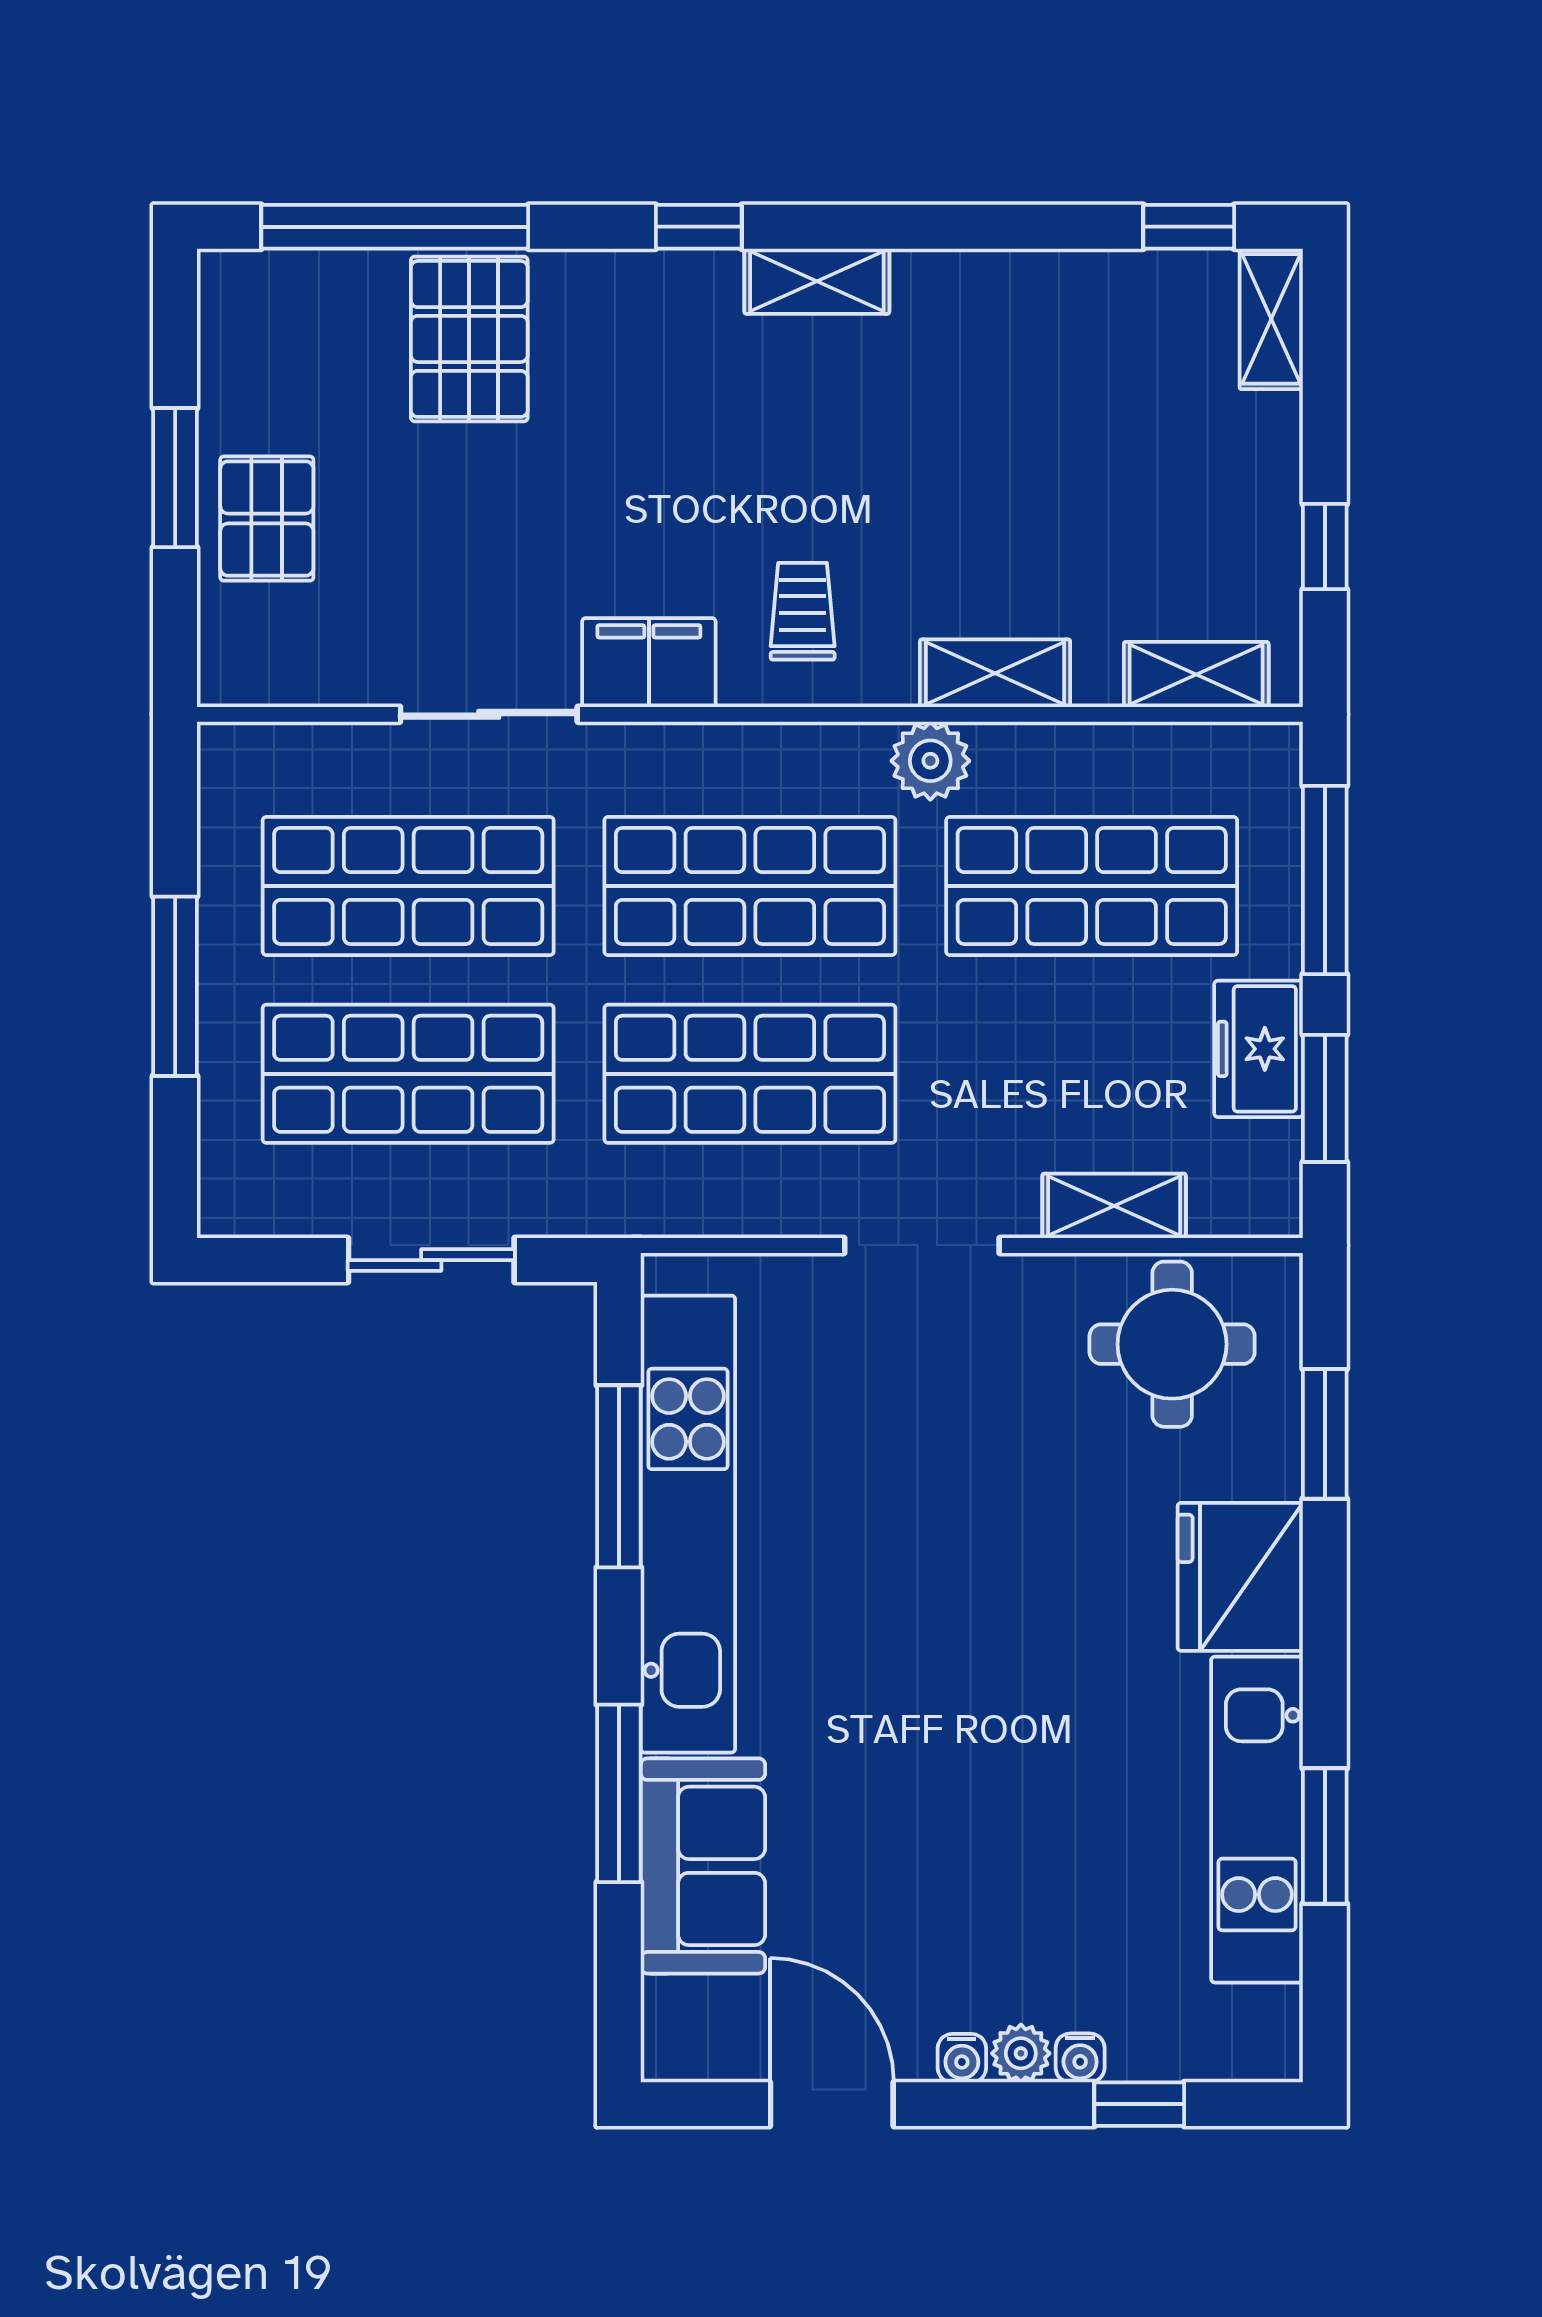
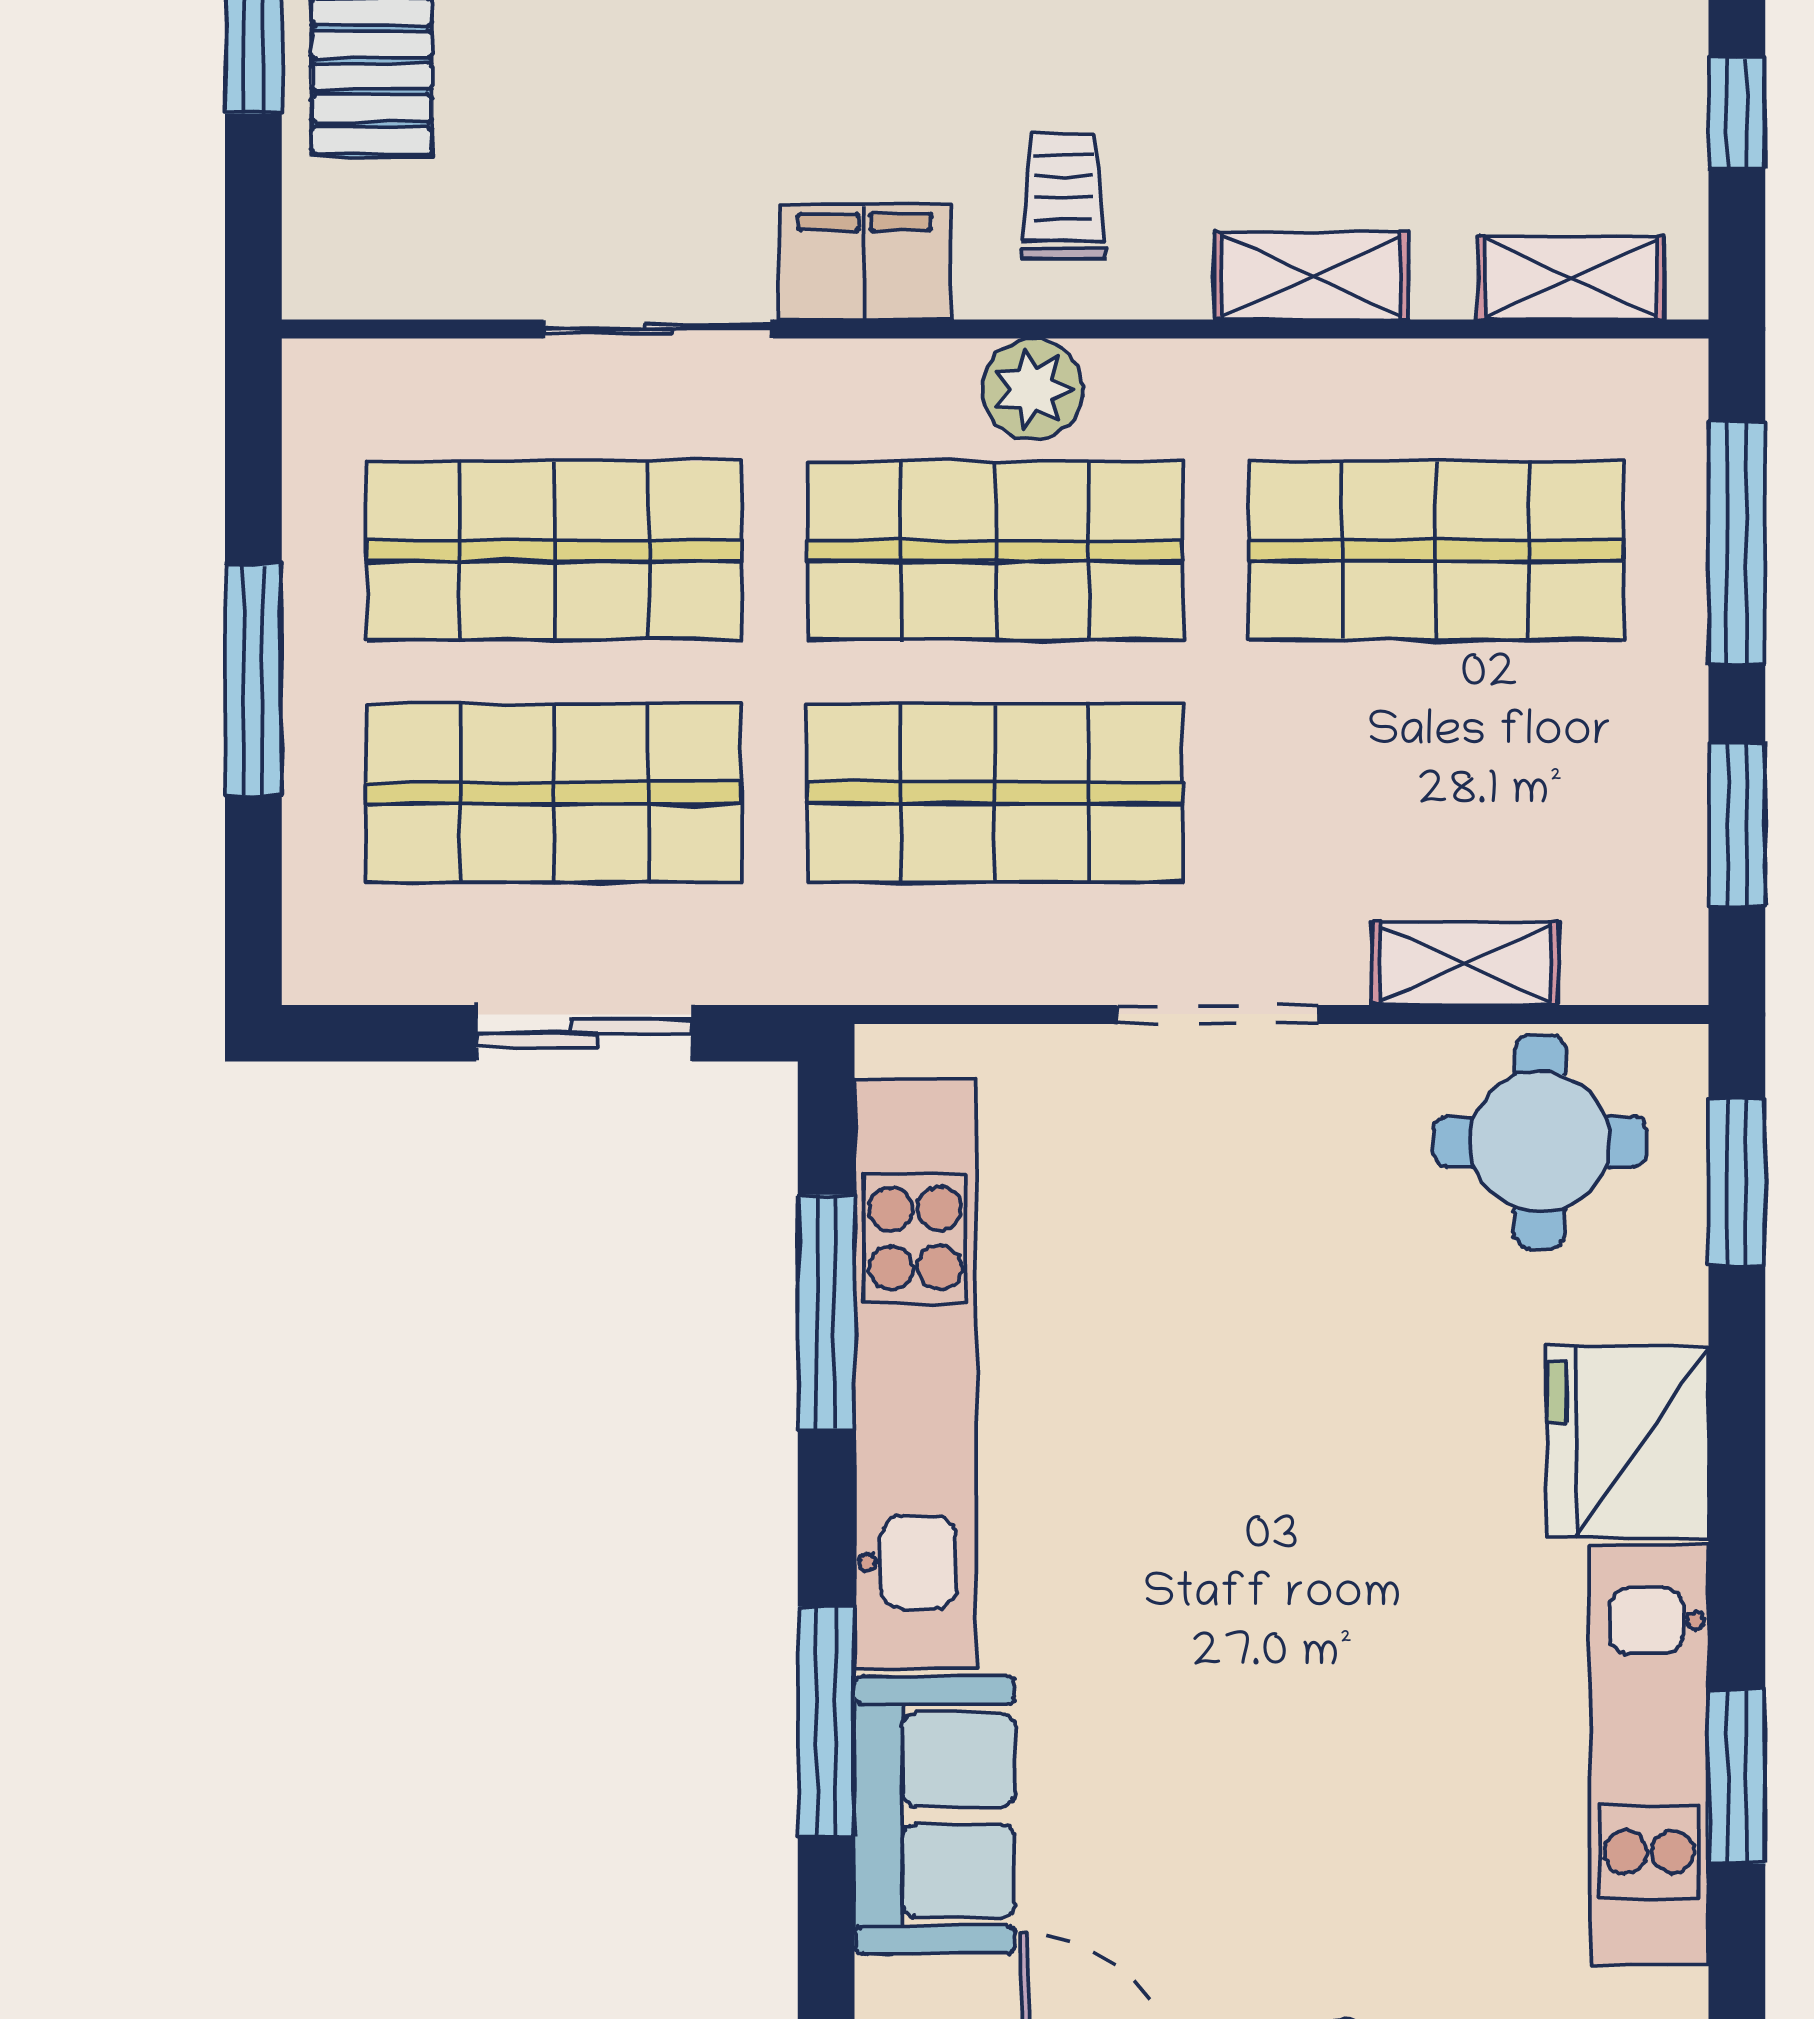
plant: (930, 761) -> (1032, 389), moved
freezer: (1259, 1049) -> (1651, 761), removed
window: (1325, 1434) -> (1737, 1182), moved

